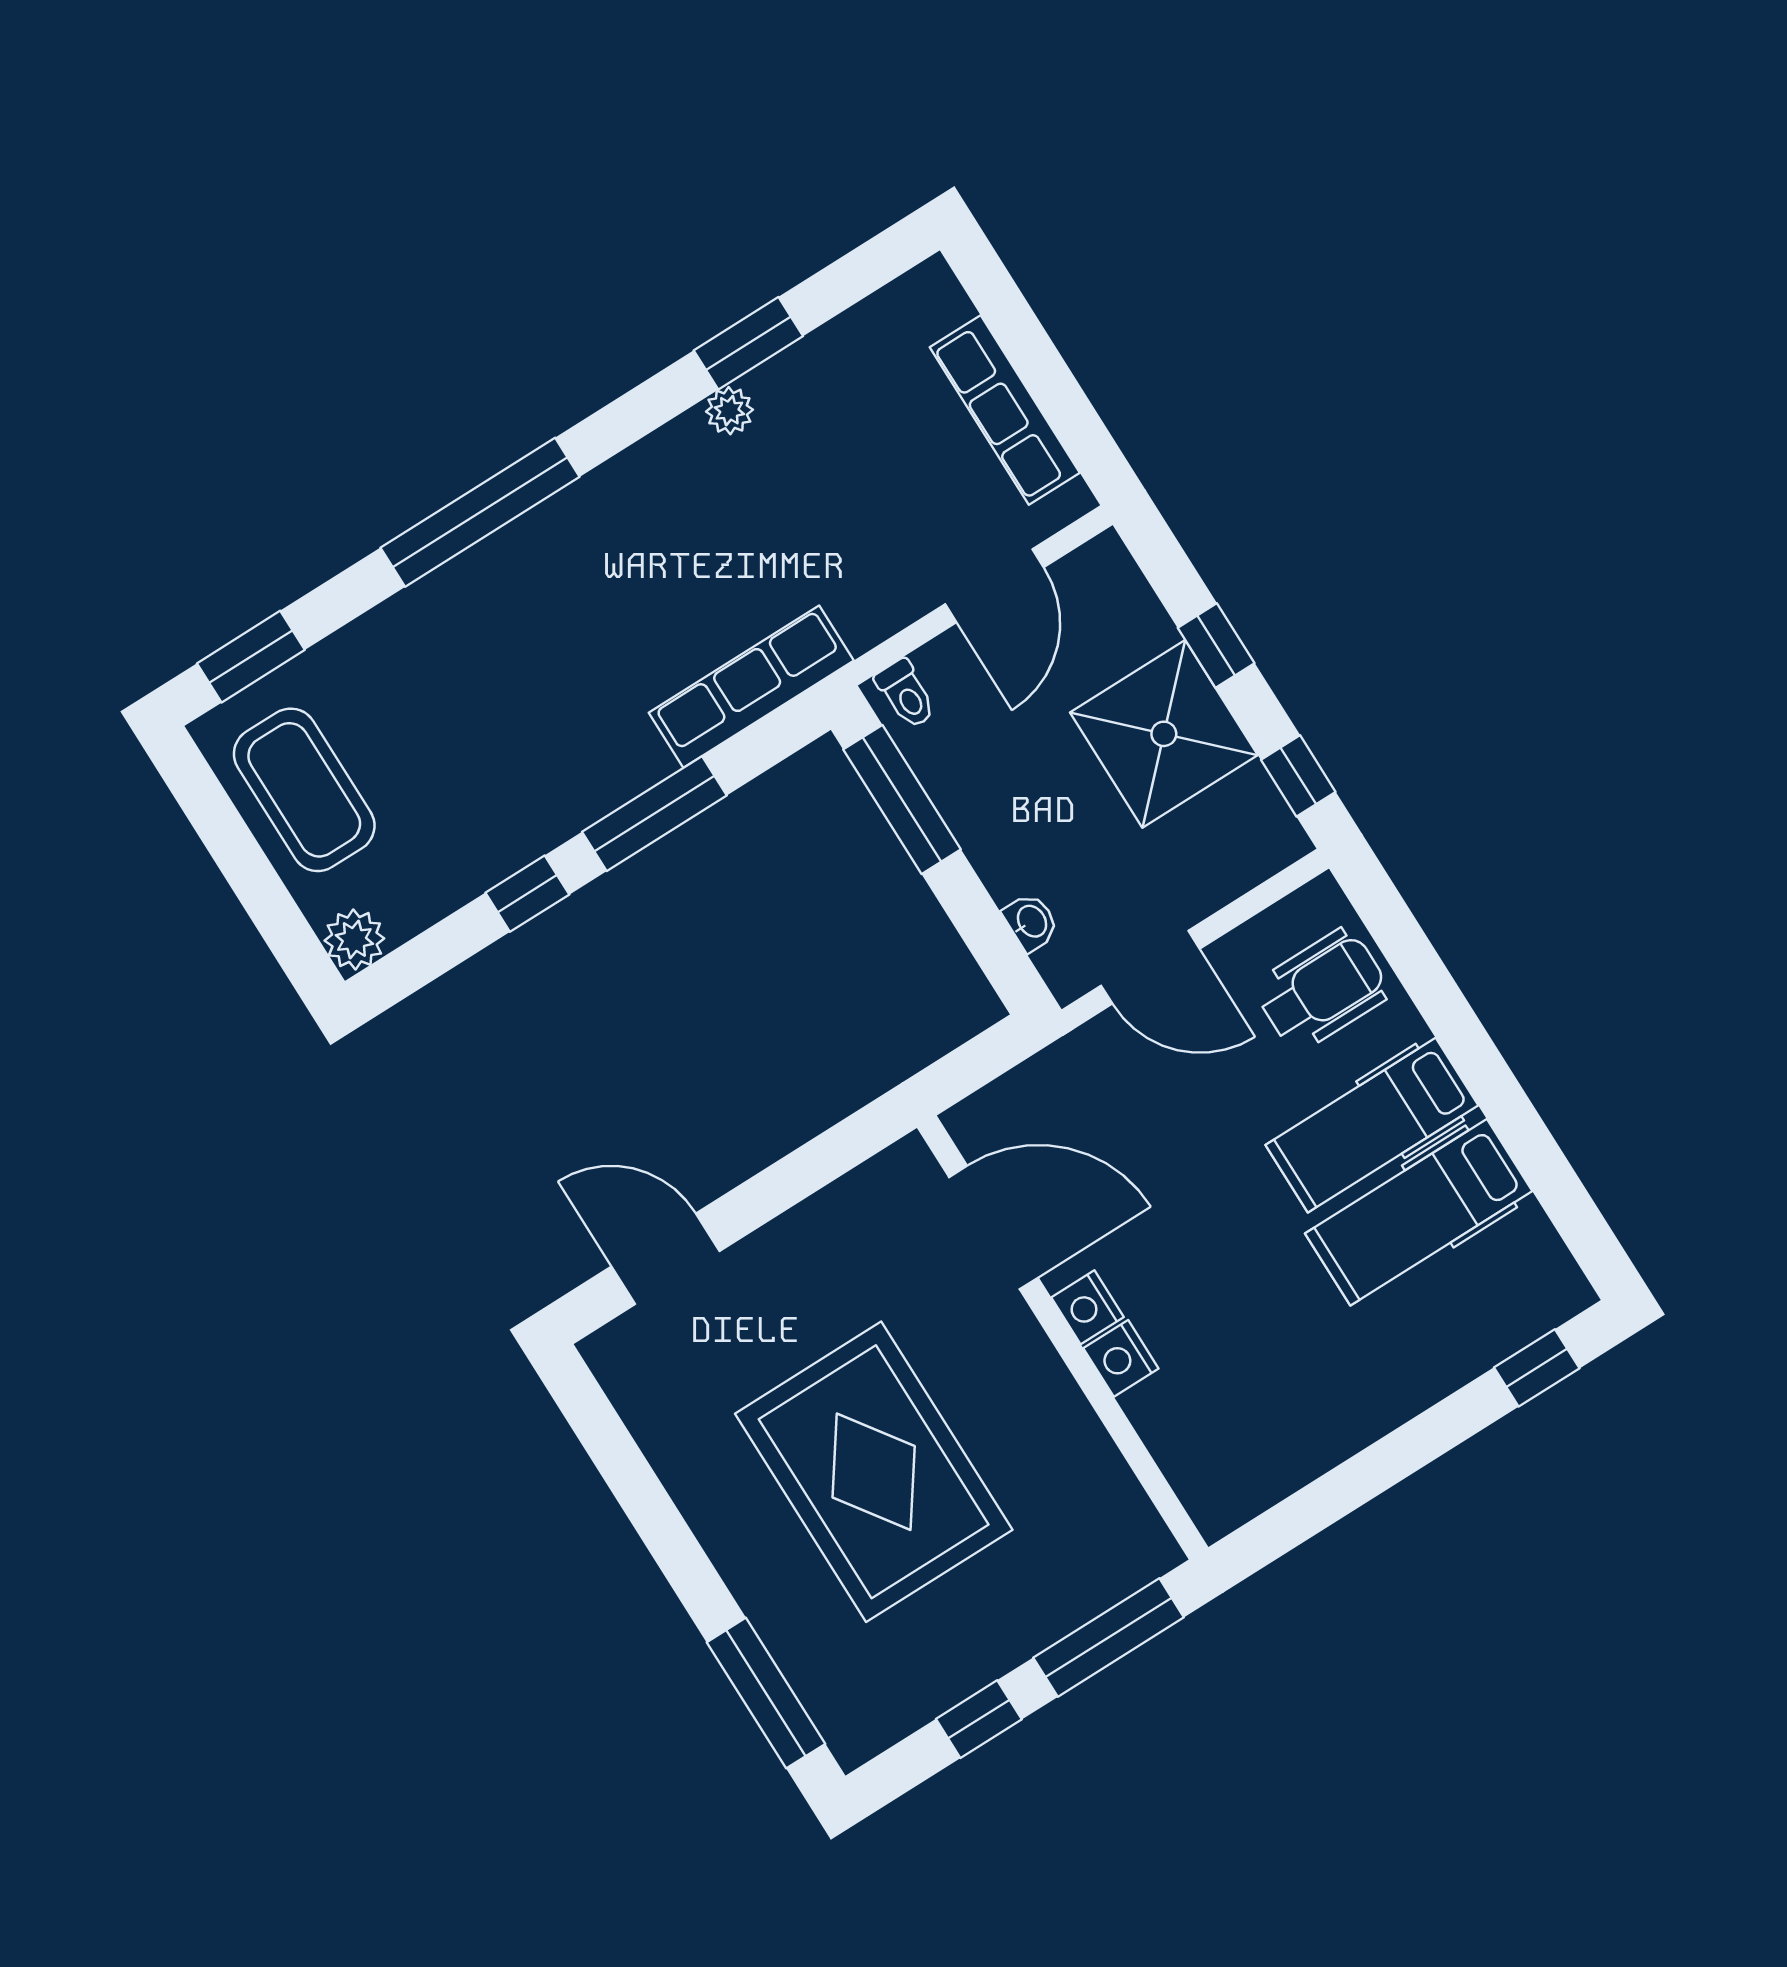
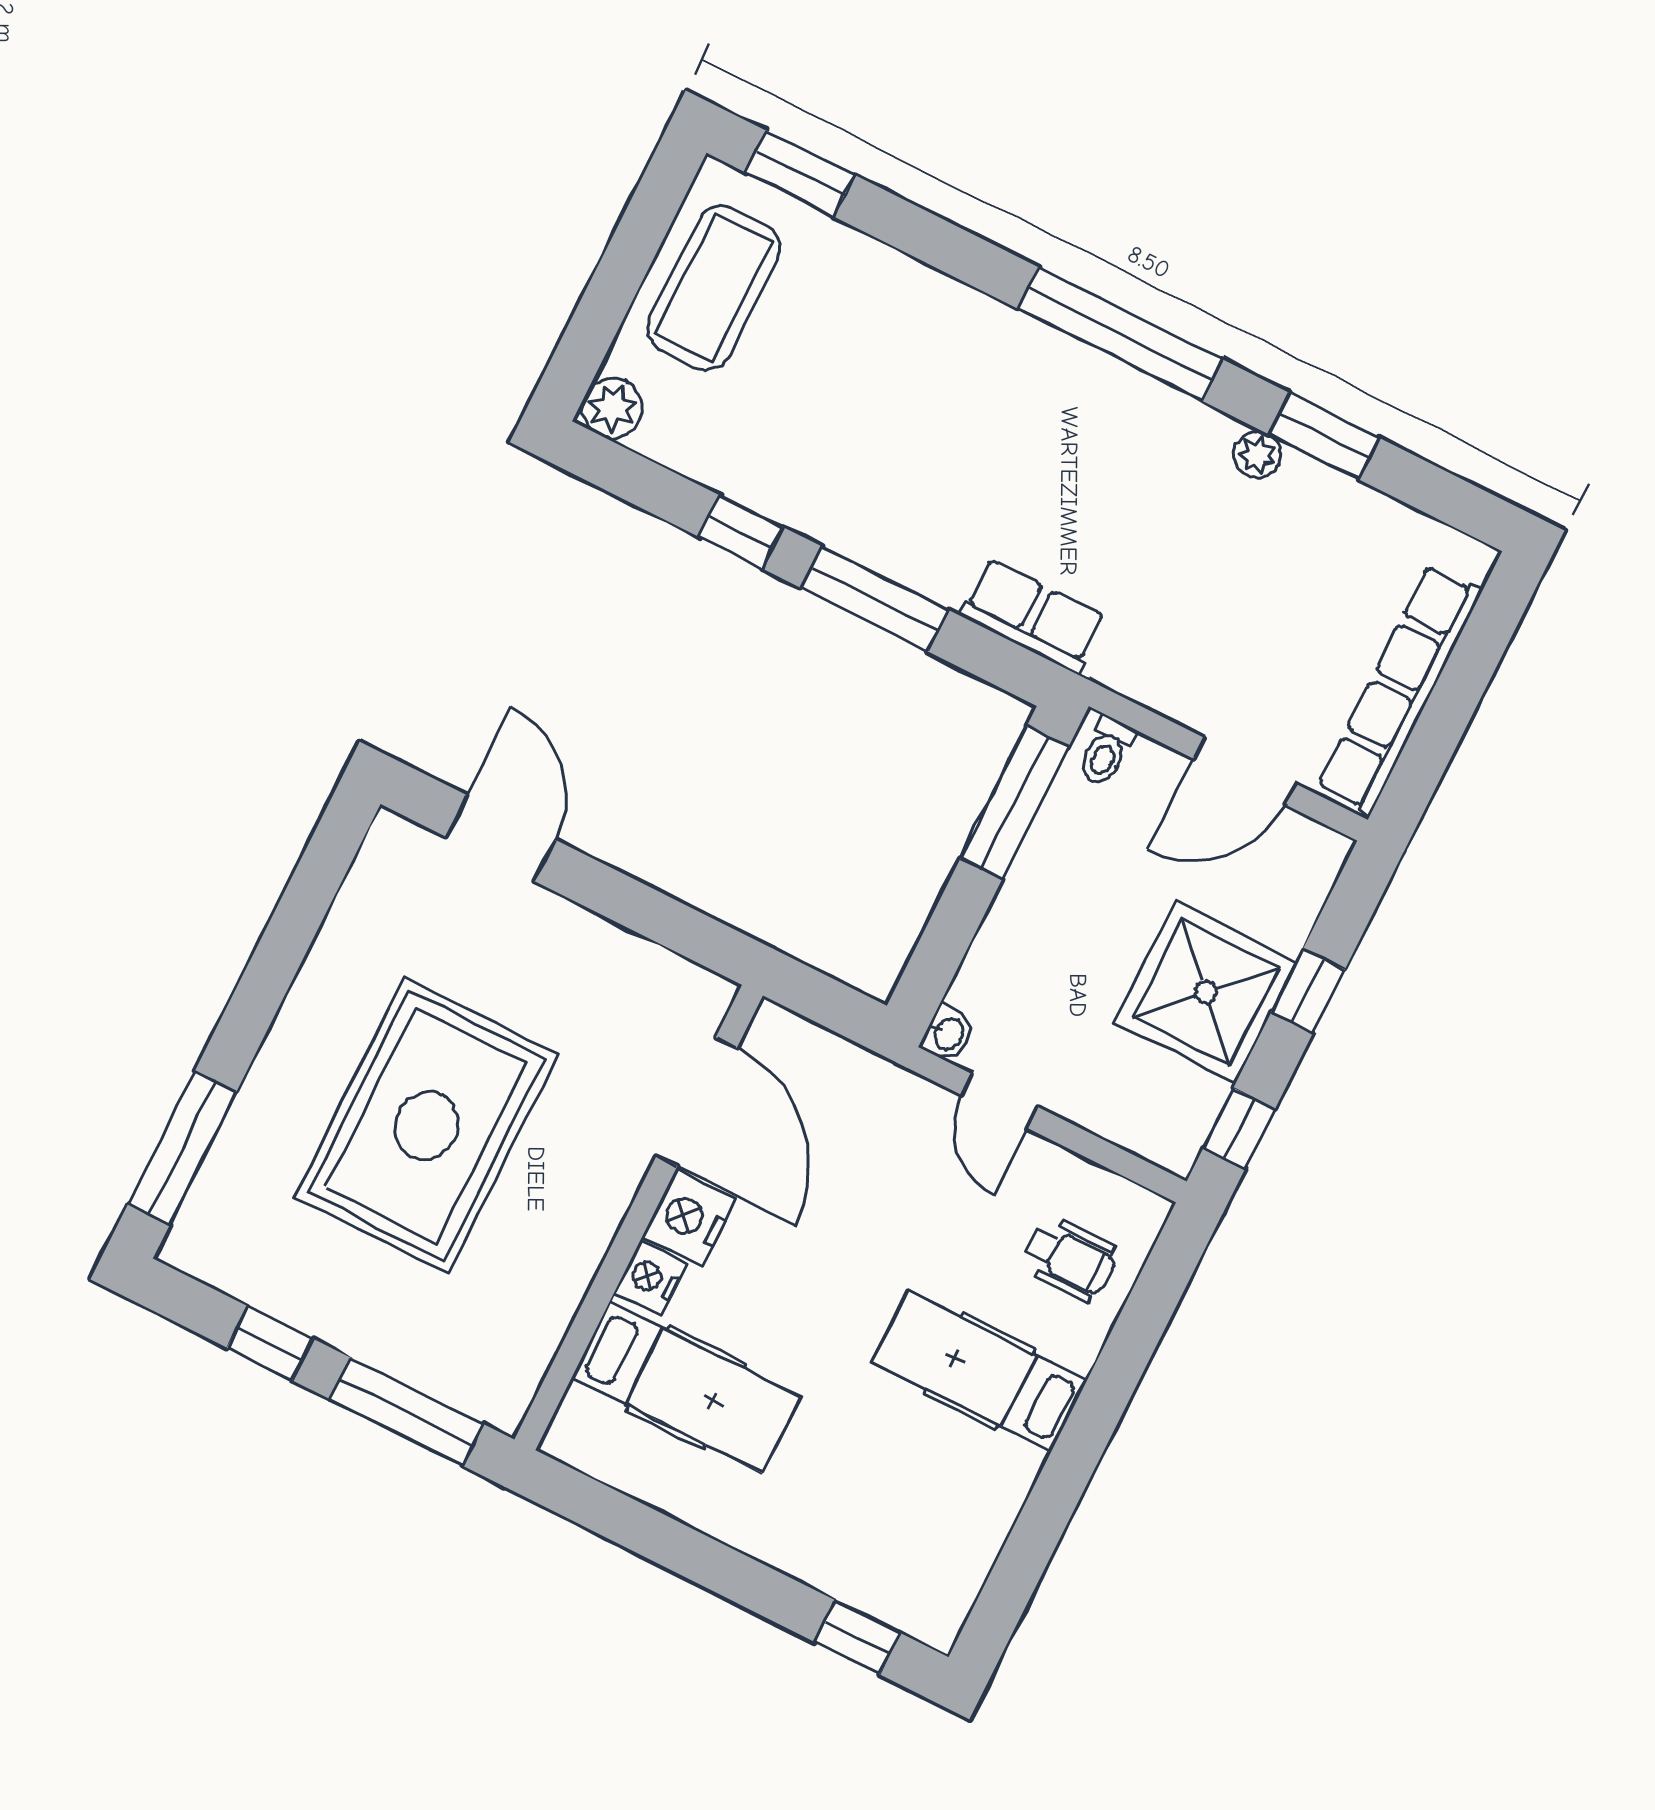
row of seats: (1005, 410) -> (1400, 689), width x1.36
window: (480, 512) -> (1120, 334), moved
row of seats: (751, 687) -> (1033, 616), width x0.68
washbasin: (1031, 922) -> (948, 1034), moved
door: (1150, 967) -> (1000, 1101), width x0.73
wheelchair: (1322, 990) -> (1069, 1259), width x0.73, depth x0.73
hospital bed: (1419, 1212) -> (686, 1387), moved, turned 180
nightstand: (1087, 1307) -> (689, 1218), width x1.36, depth x1.33

